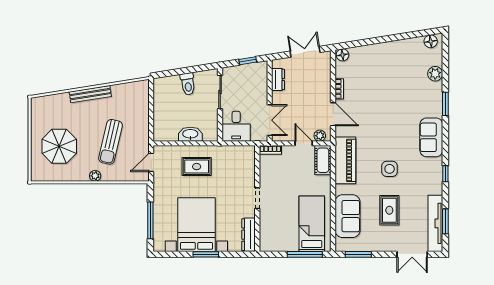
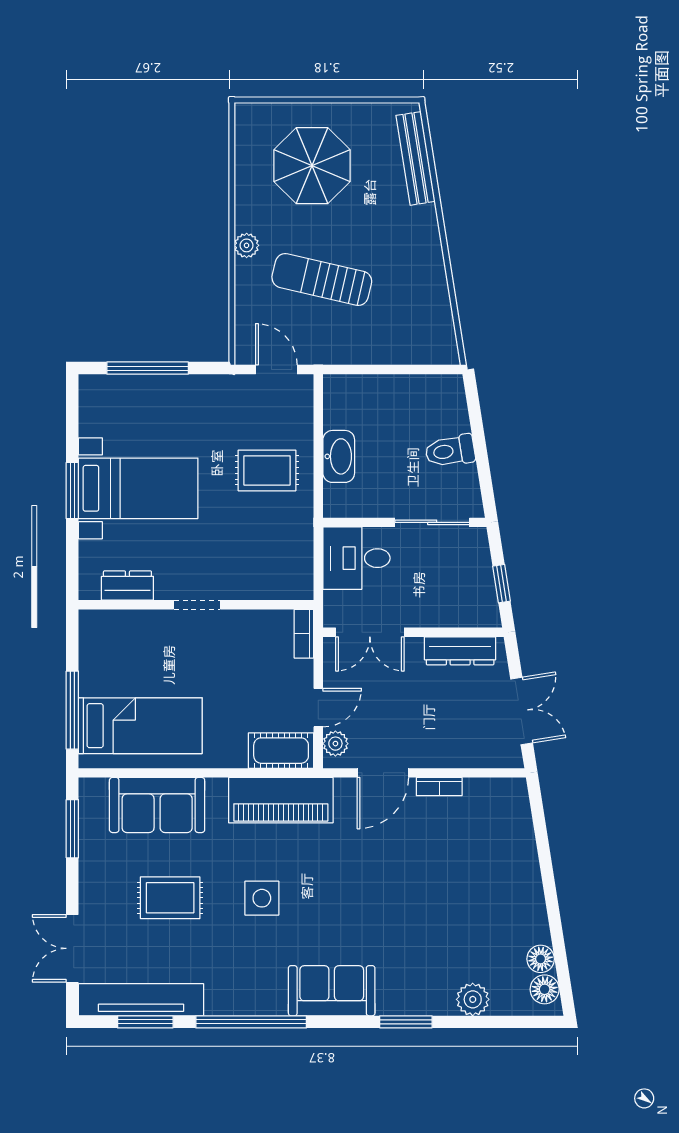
floor lamp: (342, 55) -> (541, 959), moved
dresser: (278, 79) -> (460, 651), width x1.44
bench: (90, 94) -> (416, 158), moved
rug: (197, 167) -> (267, 470), turned 90
window: (445, 174) -> (251, 1022), width x3.17
bed with nightstands: (196, 225) -> (138, 488), width x0.73
dresser: (249, 235) -> (127, 586), width x0.70

